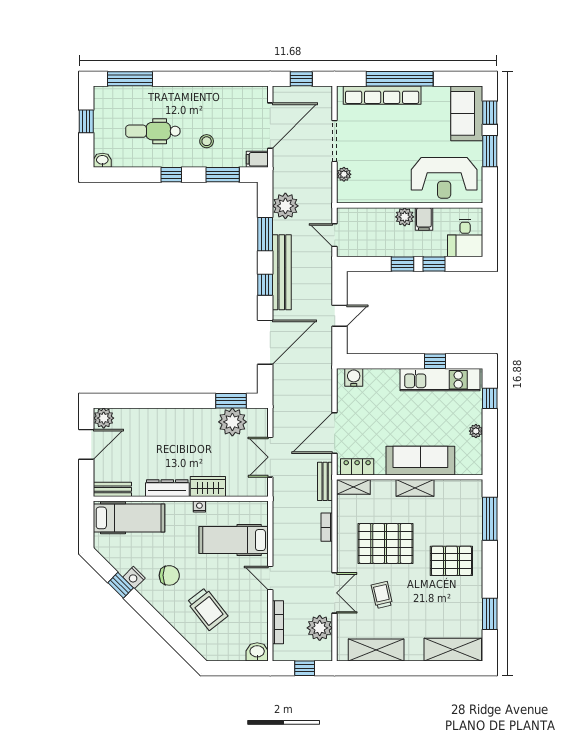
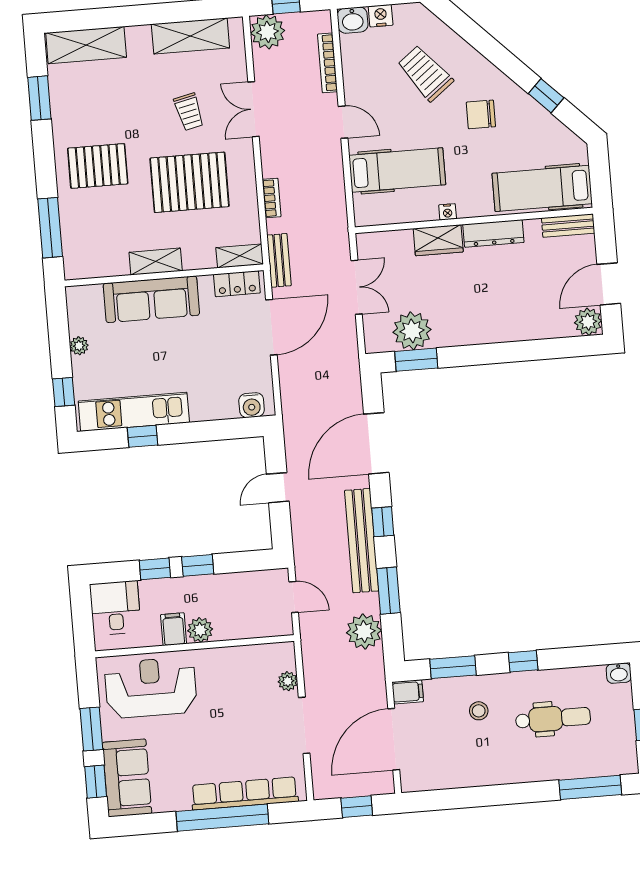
nightstand: (134, 578) -> (381, 16), moved, turned -45
plant: (320, 628) -> (268, 32), moved

